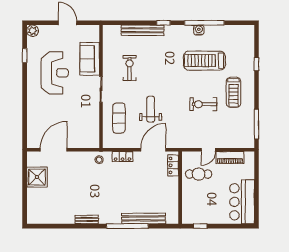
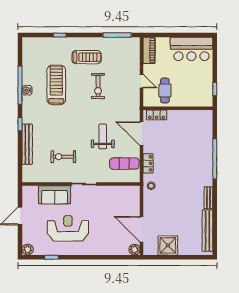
treadmill: (204, 61) -> (56, 85), turned 180
weight bench: (151, 109) -> (103, 136), turned 90
exercise mat: (119, 118) -> (124, 164), moved
plant: (32, 142) -> (135, 250), added
piano: (230, 158) -> (149, 50), moved
bench: (144, 218) -> (207, 231), moved

